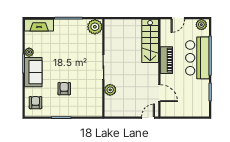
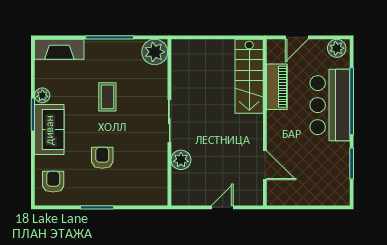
coffee table: (67, 53) -> (107, 97), added
piano: (166, 60) -> (277, 87), moved
door: (148, 118) -> (222, 207), moved

